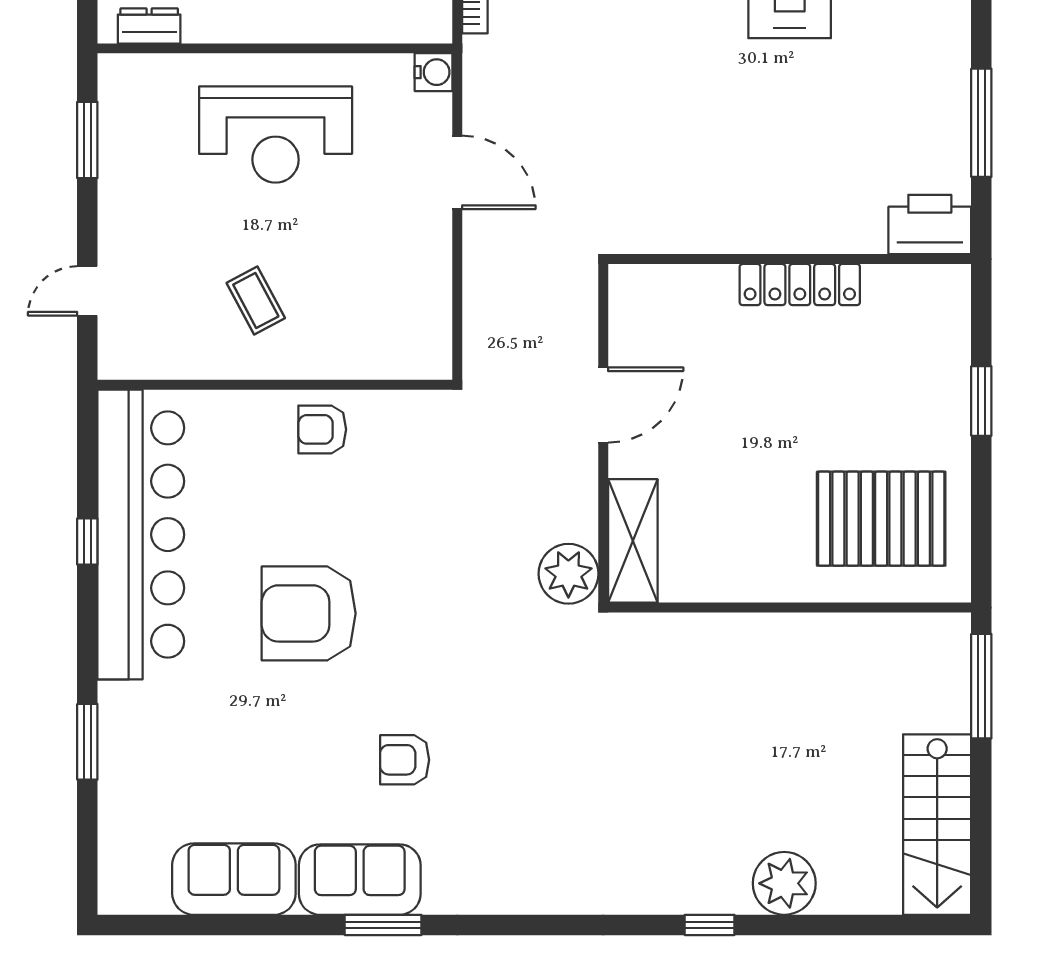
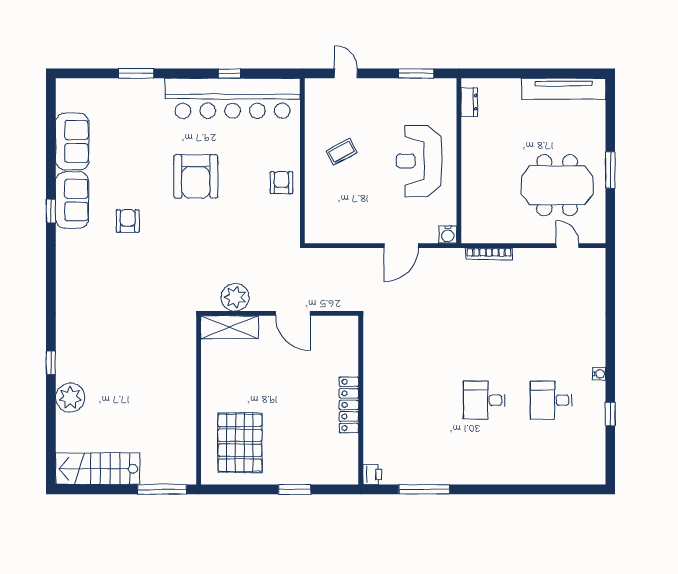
printer: (930, 225) -> (372, 474), width x0.53, depth x0.68
plant: (568, 574) -> (235, 297), moved
armchair: (309, 613) -> (196, 176), turned 180
window: (383, 925) -> (51, 211), width x0.67

